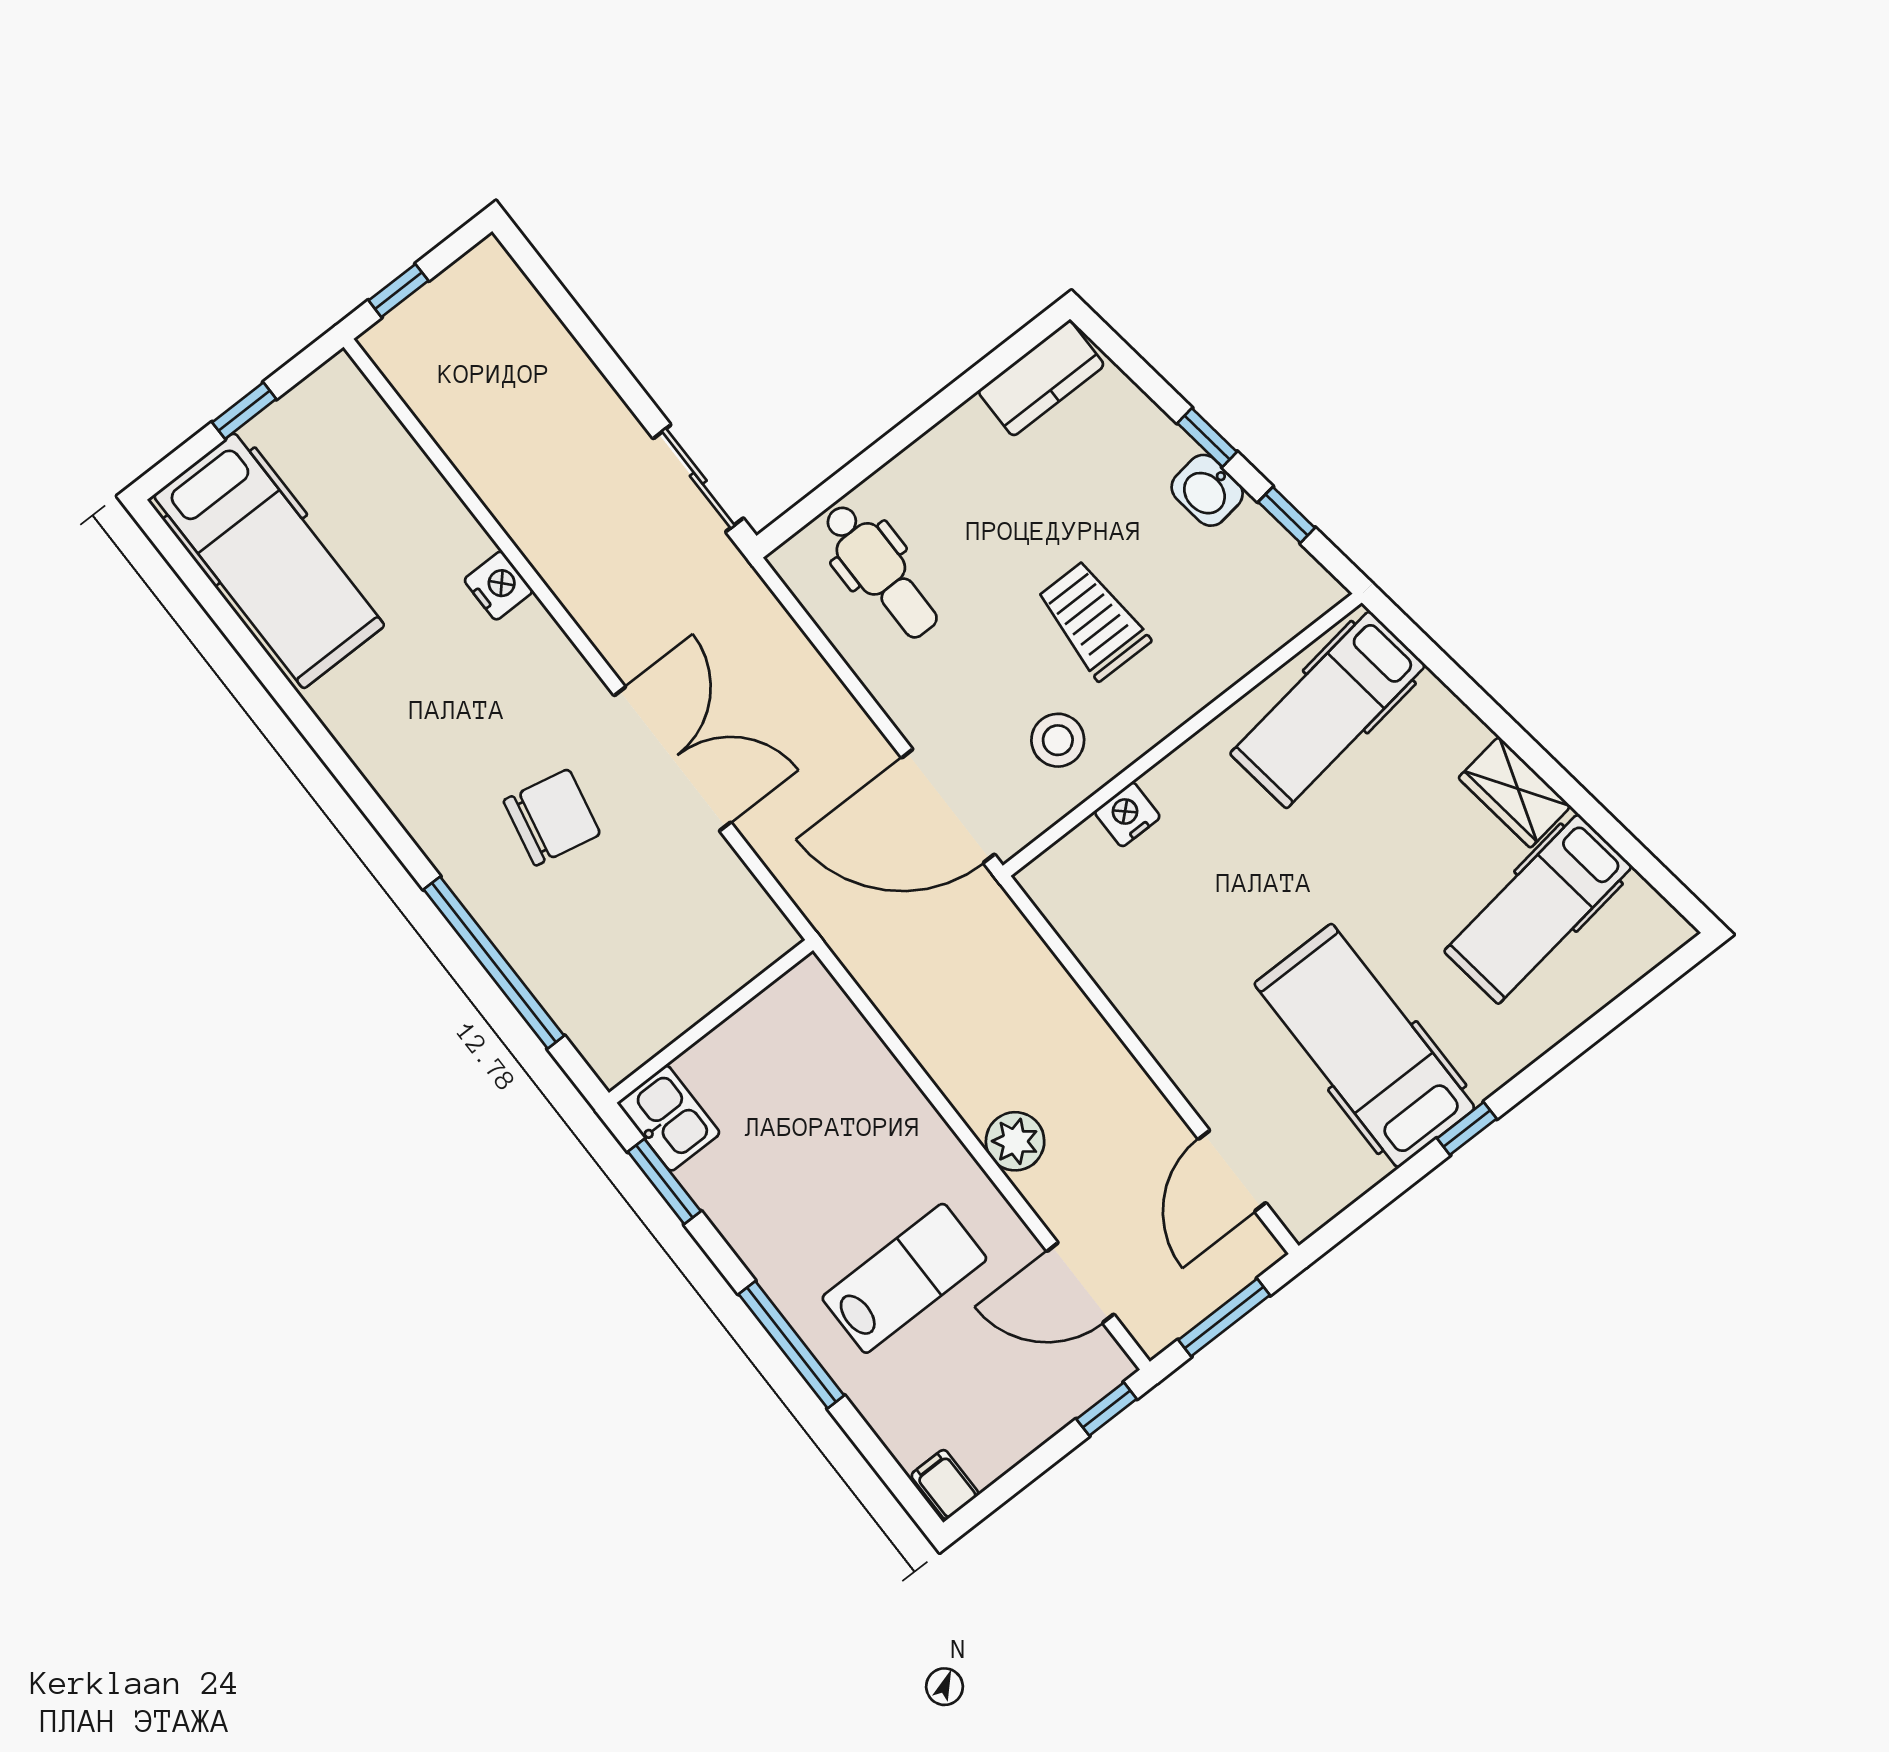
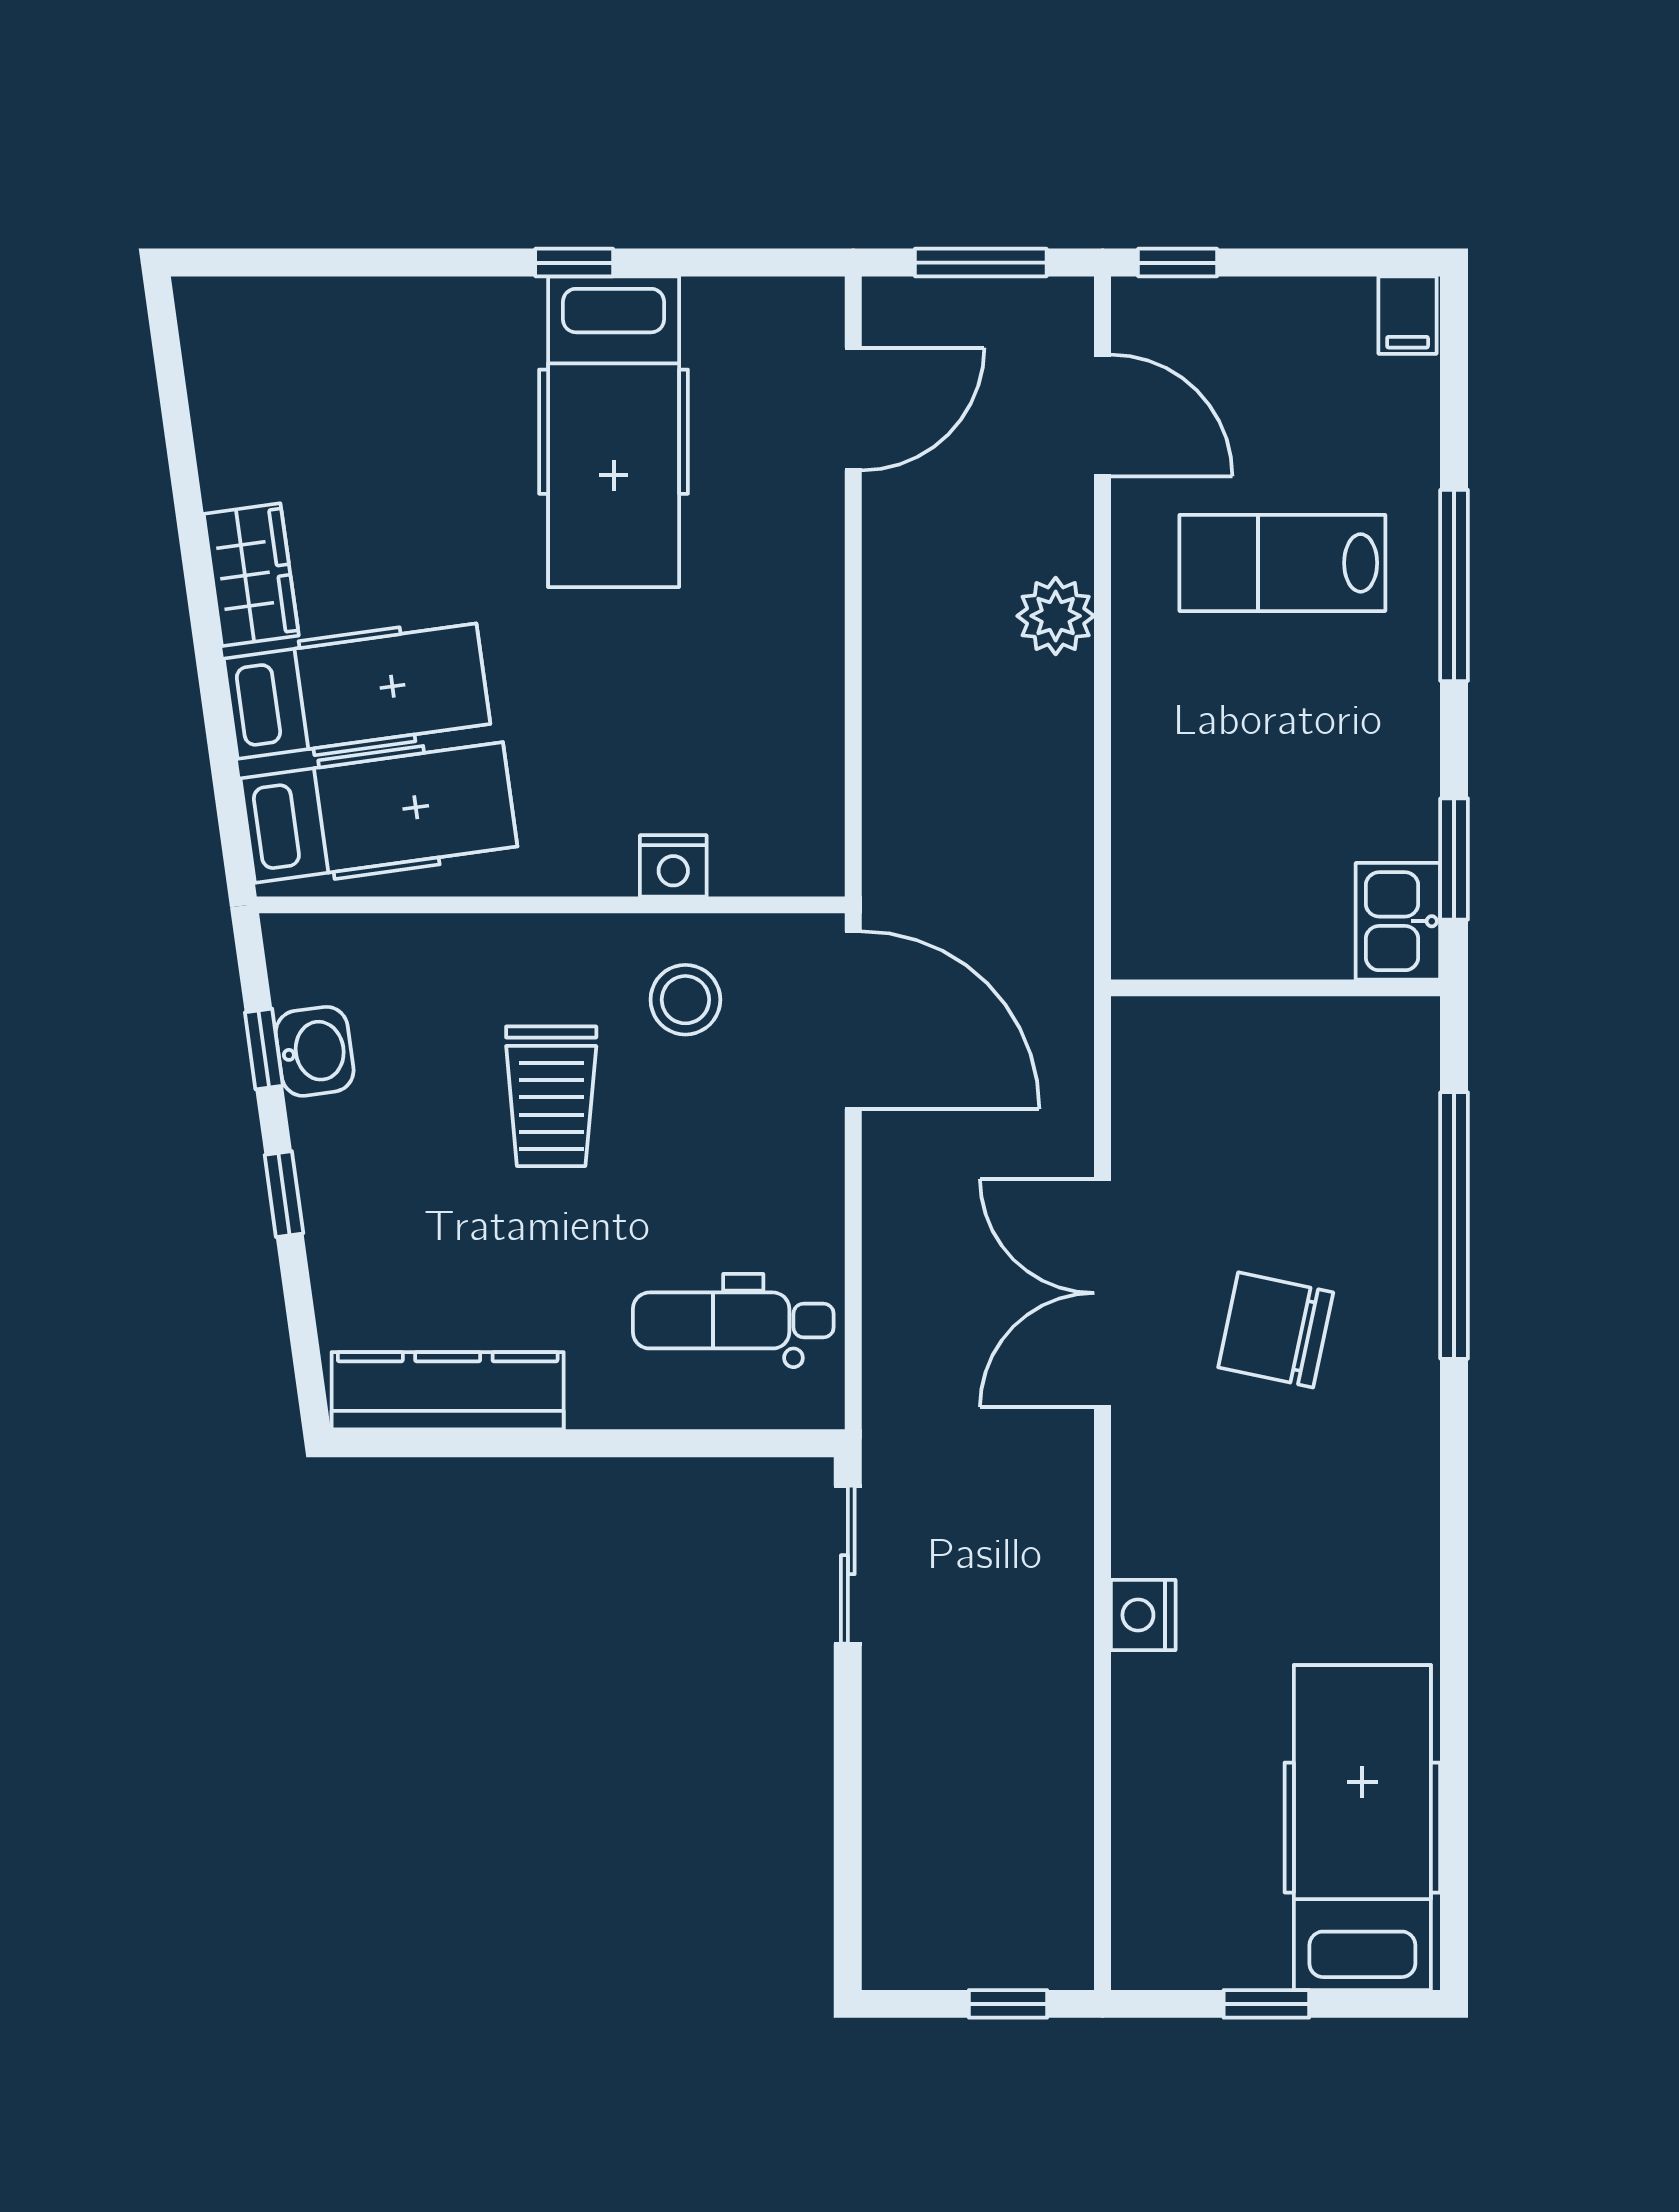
kitchen counter: (1041, 378) -> (448, 1391), width x1.50
washbasin: (1207, 490) -> (315, 1051), moved
dental chair: (880, 571) -> (733, 1320), turned -90
hospital bed: (1538, 909) -> (357, 691), moved

